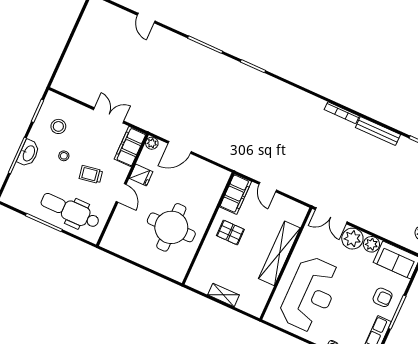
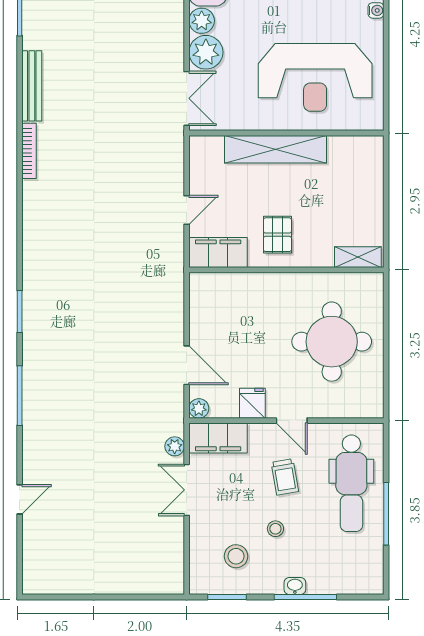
plant: (137, 120) -> (175, 446), added
washbasin: (29, 153) -> (295, 586), width x0.52, depth x0.69
door: (121, 193) -> (292, 421), swing flipped
round table: (171, 227) -> (332, 342), moved
reception desk: (310, 294) -> (315, 77), turned 180
shelving: (224, 295) -> (358, 257), moved, turned 90

